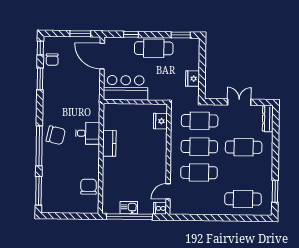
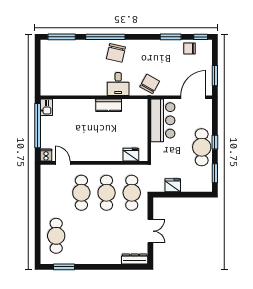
window: (131, 34) -> (215, 142), moved
cafe table: (244, 147) -> (107, 236), removed
chair: (89, 187) -> (150, 84), moved, turned -61
kitchen sink: (129, 208) -> (46, 107), moved

